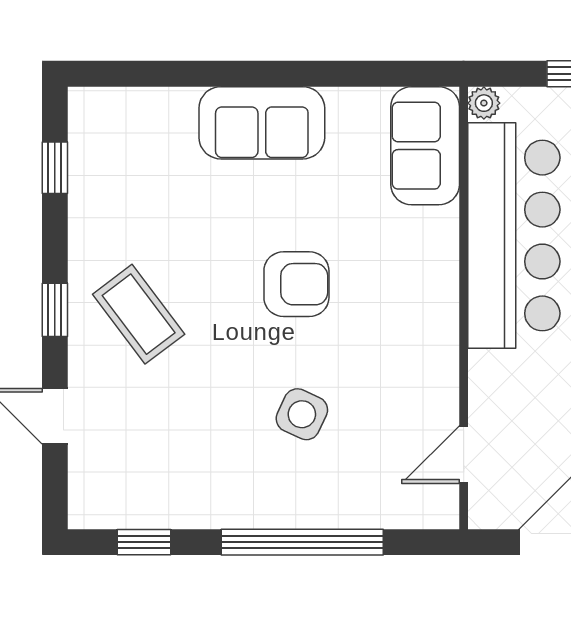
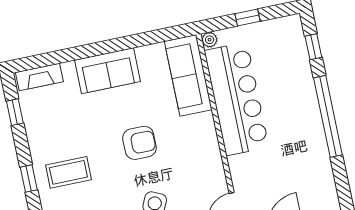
fireplace: (120, 107) -> (39, 77), added
sofa: (425, 146) -> (188, 75), width x1.36
coffee table: (139, 314) -> (68, 172), turned -53

